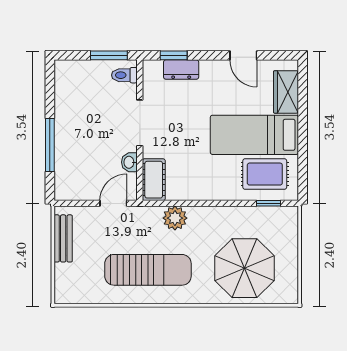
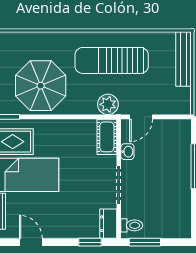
dresser: (181, 70) -> (108, 224), moved, turned -90
plant: (175, 218) -> (108, 104), moved
bench: (63, 238) -> (184, 59), moved, width x1.36
parasol: (244, 268) -> (41, 86), moved

